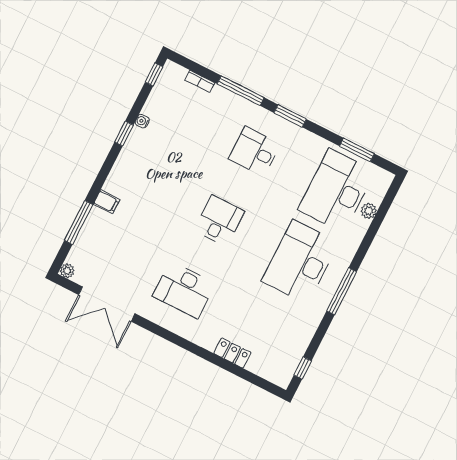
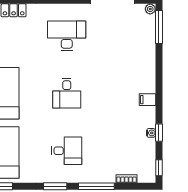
window: (124, 134) -> (159, 133), moved
filing cabinet: (106, 202) -> (147, 100), moved
window: (79, 222) -> (159, 27), moved

